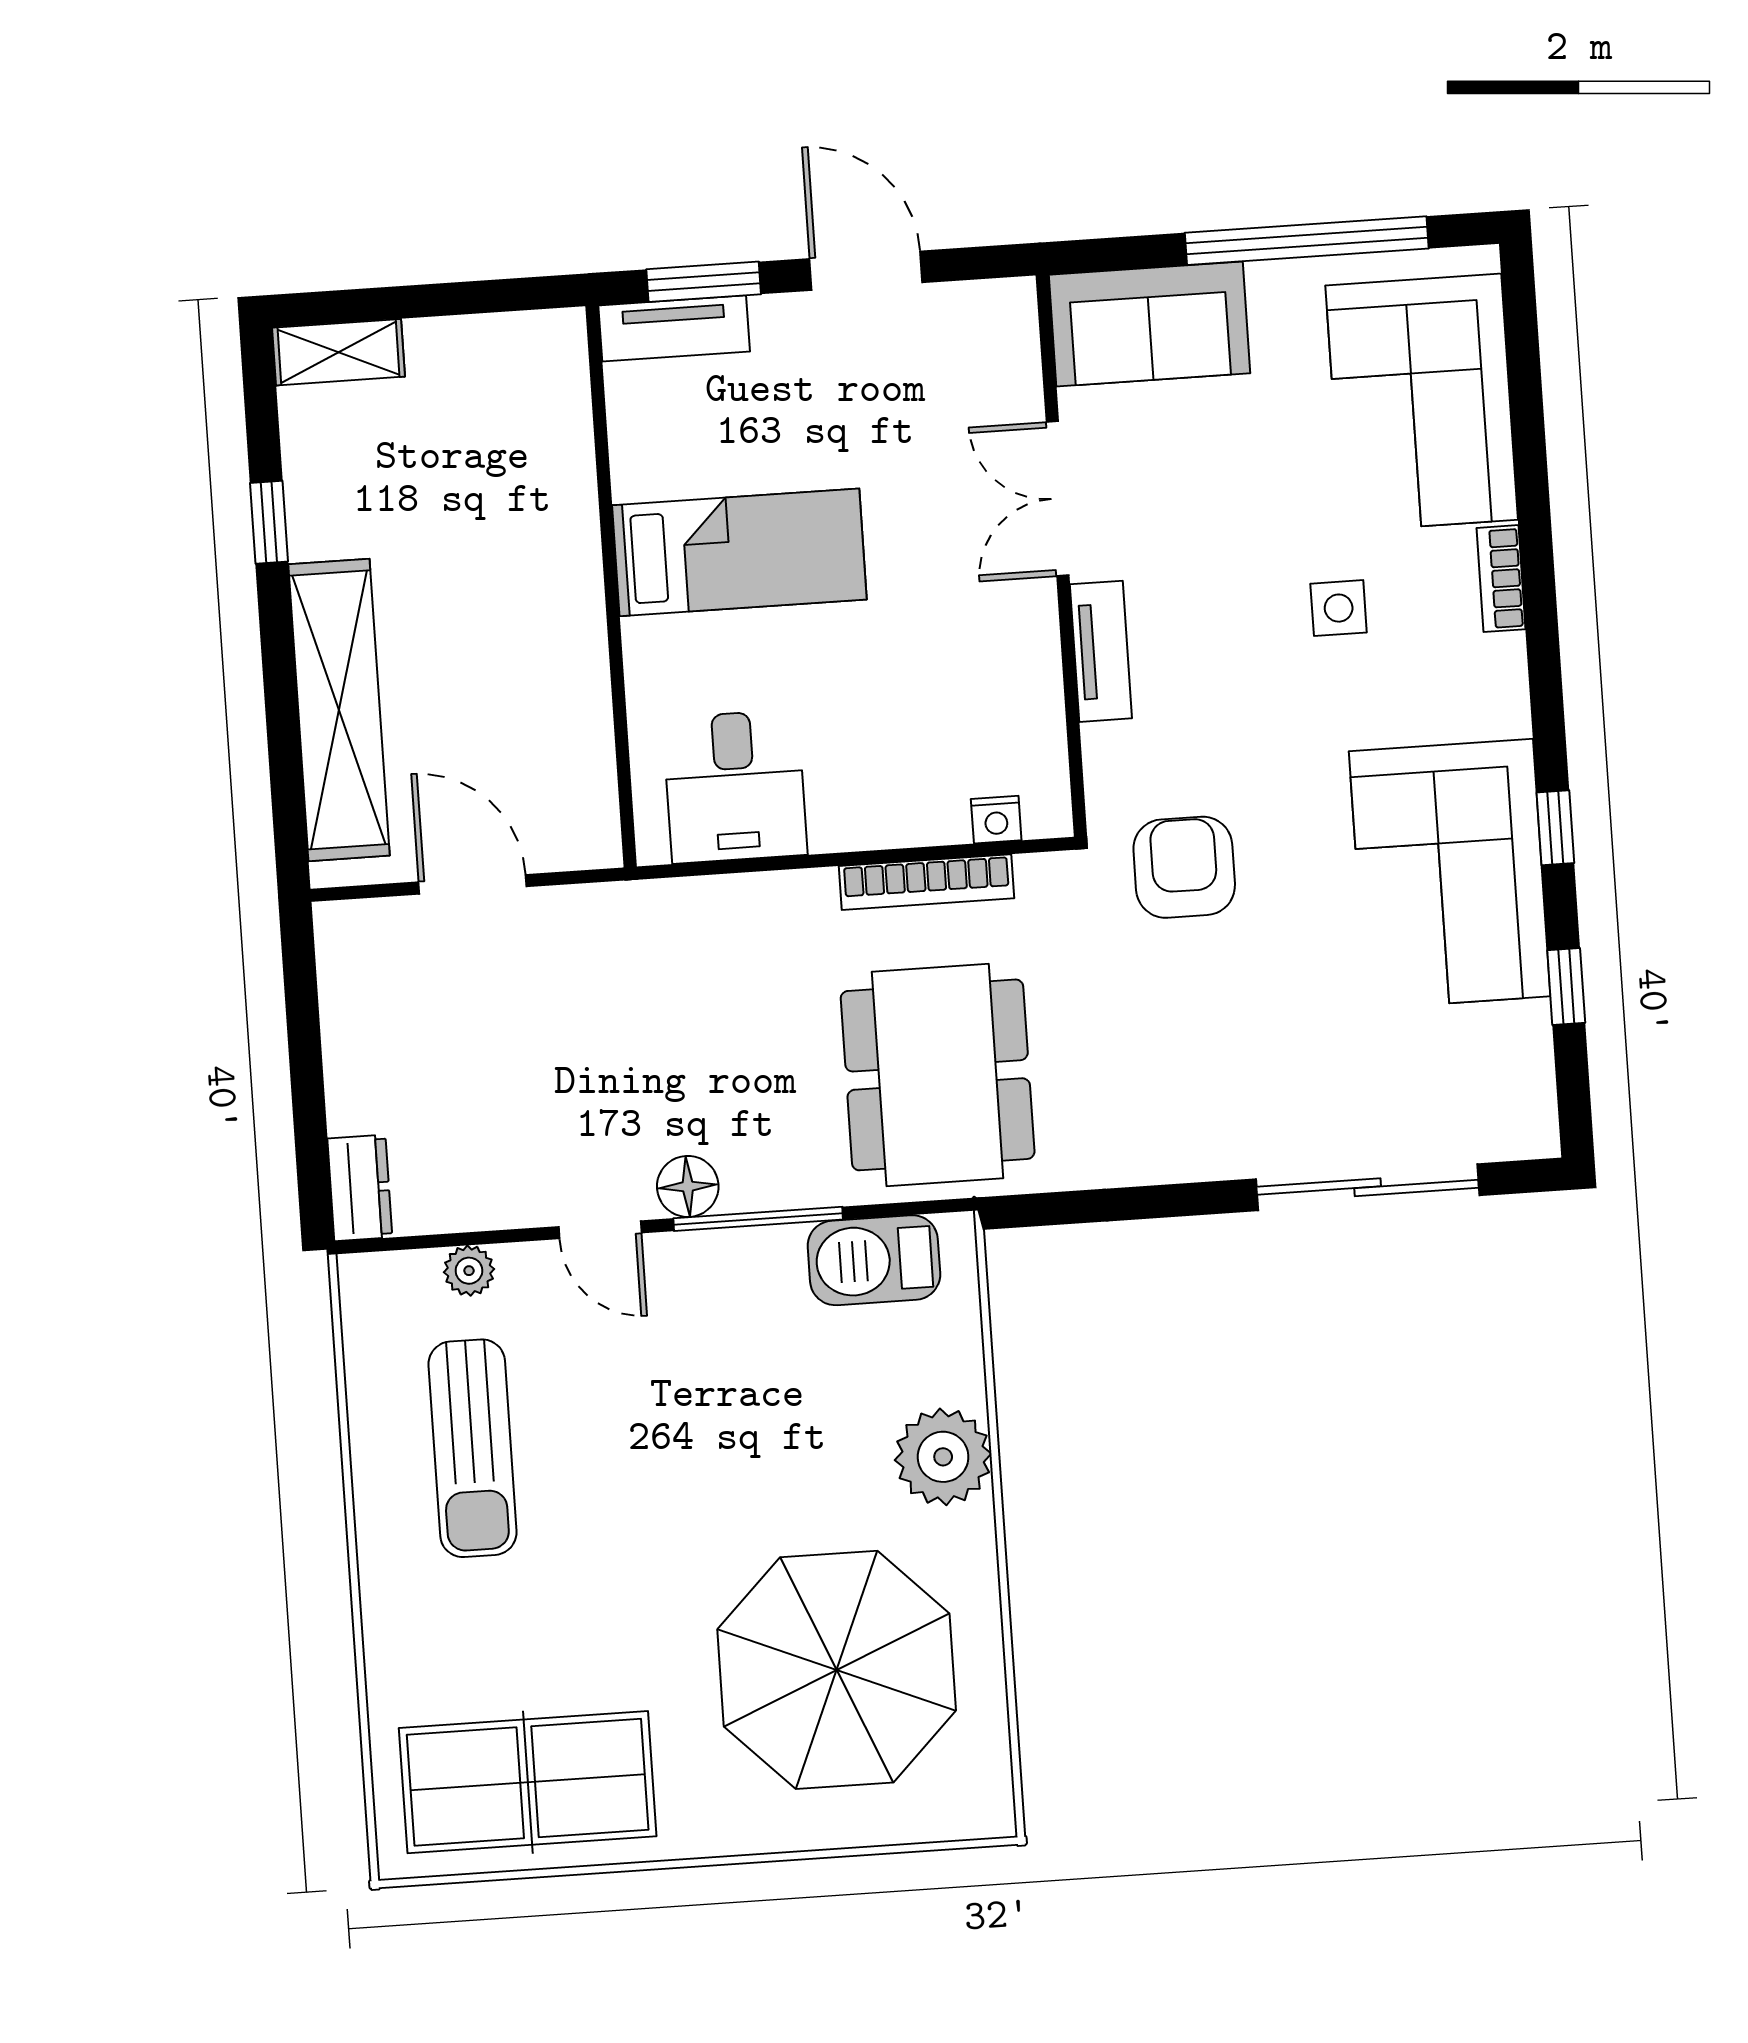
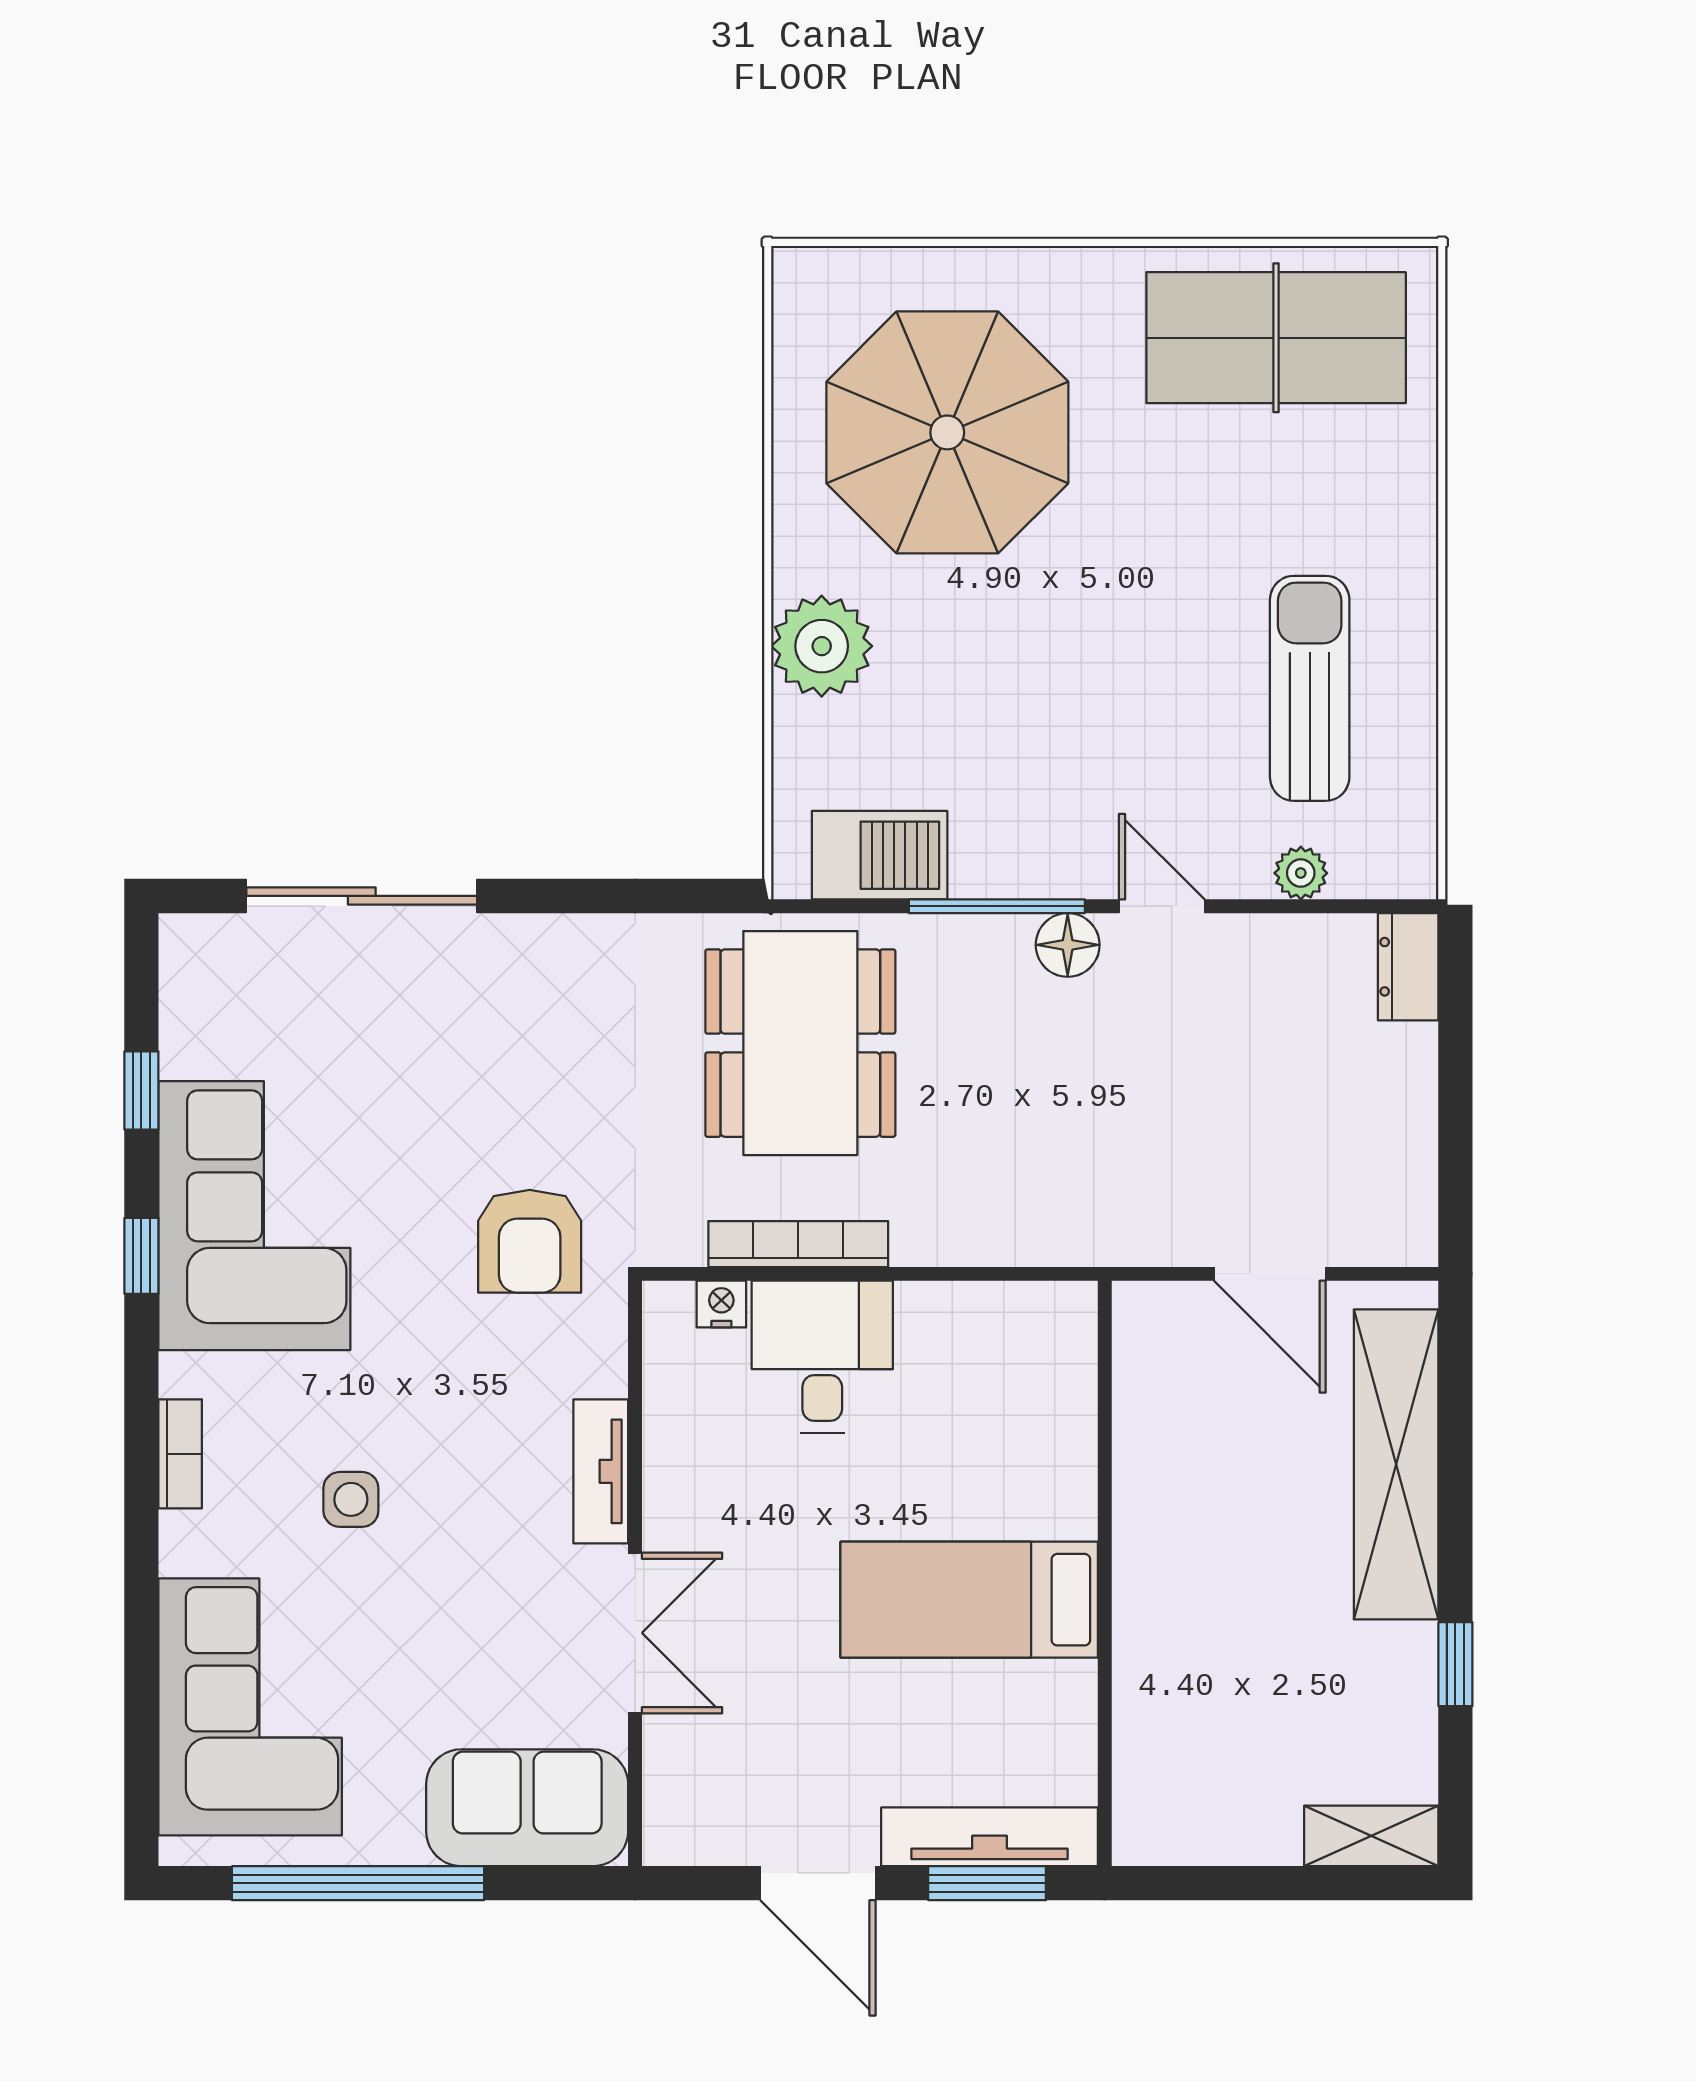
tv unit: (674, 328) -> (990, 1837), width x1.41
bookcase: (1501, 579) -> (180, 1454), moved
desk: (735, 787) -> (822, 1357), moved

